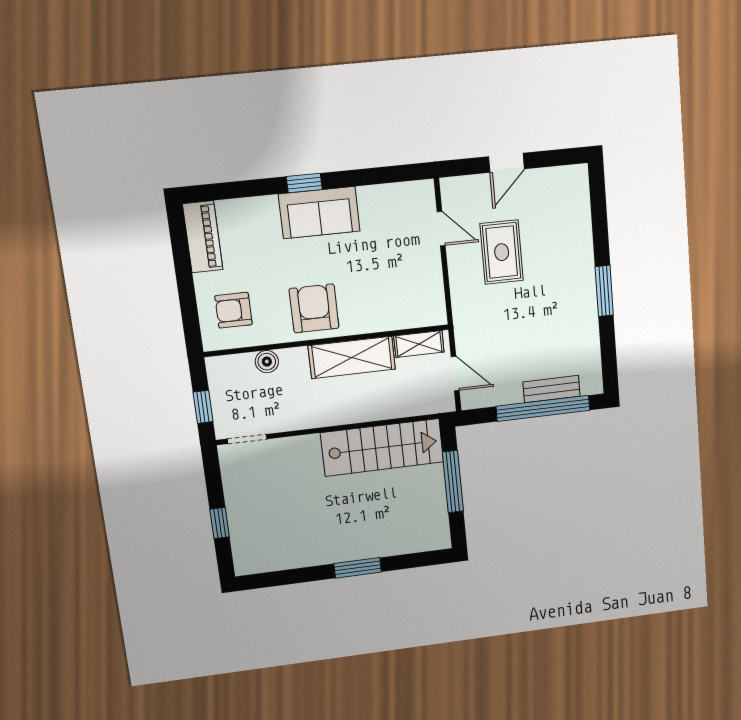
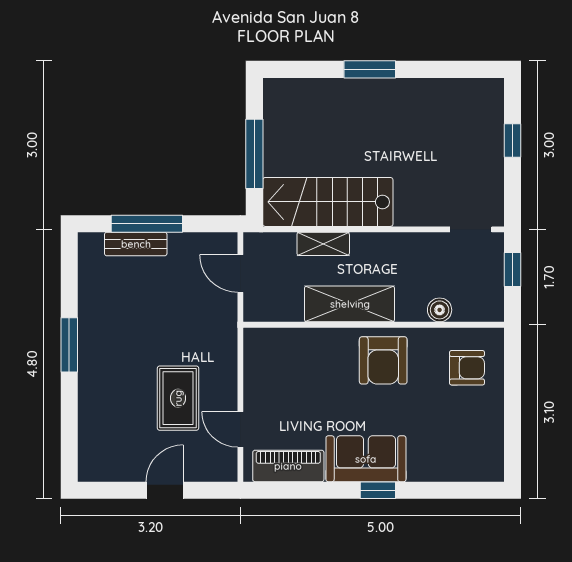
piano: (203, 237) -> (288, 466), moved, turned 90
shelving: (419, 344) -> (323, 244), moved
window: (543, 408) -> (147, 224), width x0.68

